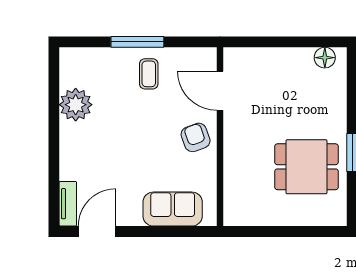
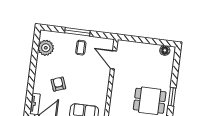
plant: (76, 105) -> (46, 48), moved
armchair: (196, 137) -> (58, 84), moved

